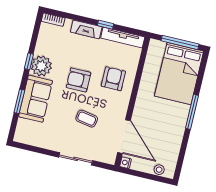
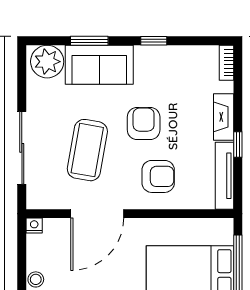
plant: (41, 66) -> (47, 62), moved
coffee table: (87, 119) -> (87, 150), width x1.86, depth x1.72
door: (124, 137) -> (97, 214), moved
sliding door: (76, 159) -> (22, 148), width x1.37

